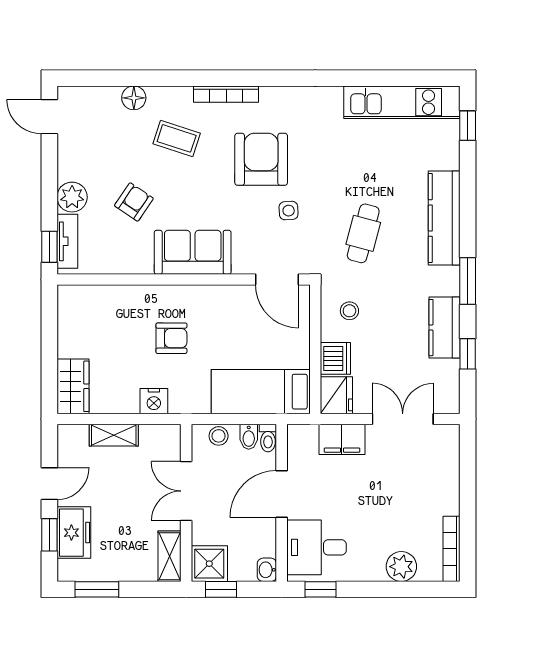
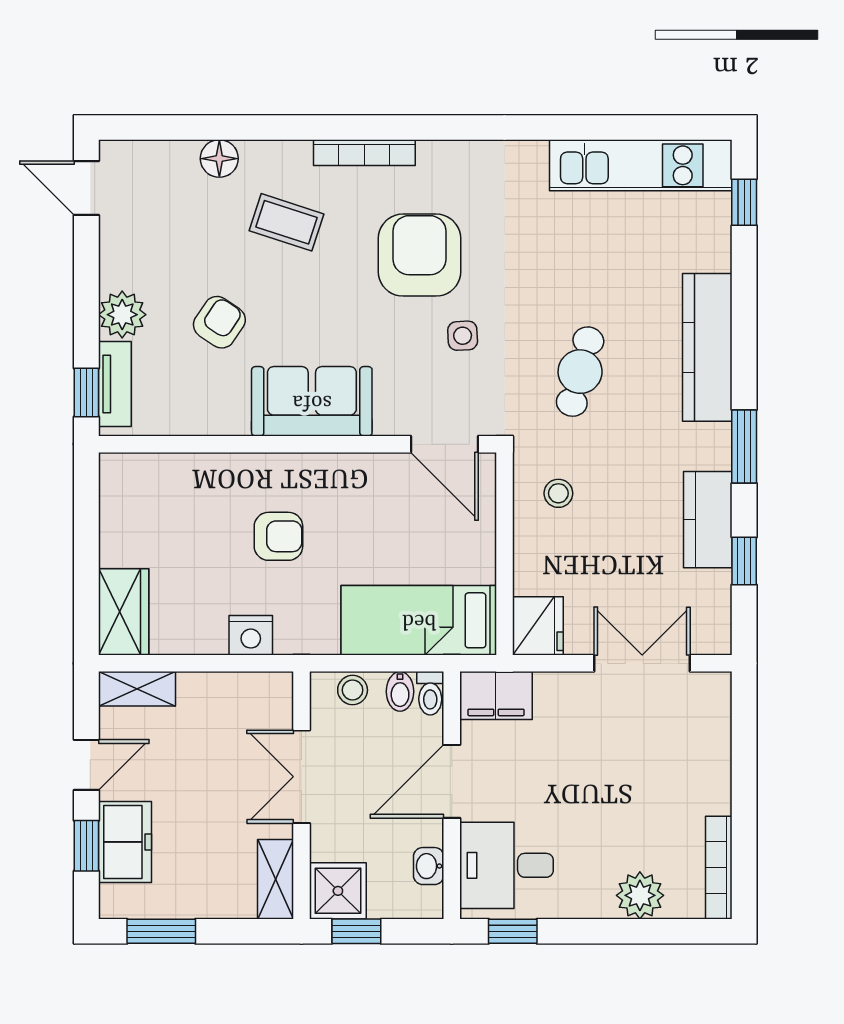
dishwasher: (335, 358) -> (536, 568), removed
shelving: (114, 435) -> (137, 689), moved
filing cabinet: (342, 439) -> (496, 696), moved
washbasin: (267, 570) -> (429, 866), moved

